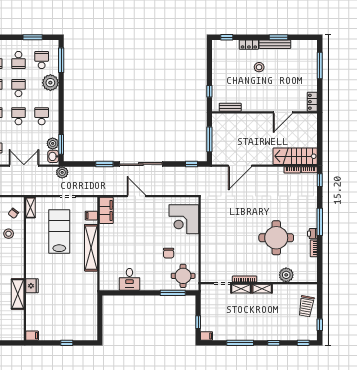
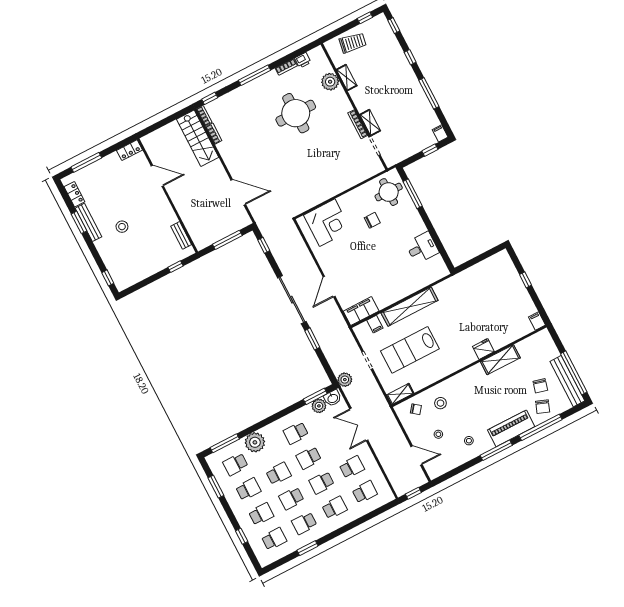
locker: (249, 45) -> (74, 194), moved
school desk: (18, 88) -> (278, 474), turned 180
printer: (312, 234) -> (303, 60), moved
shelving: (262, 289) -> (347, 78), moved

